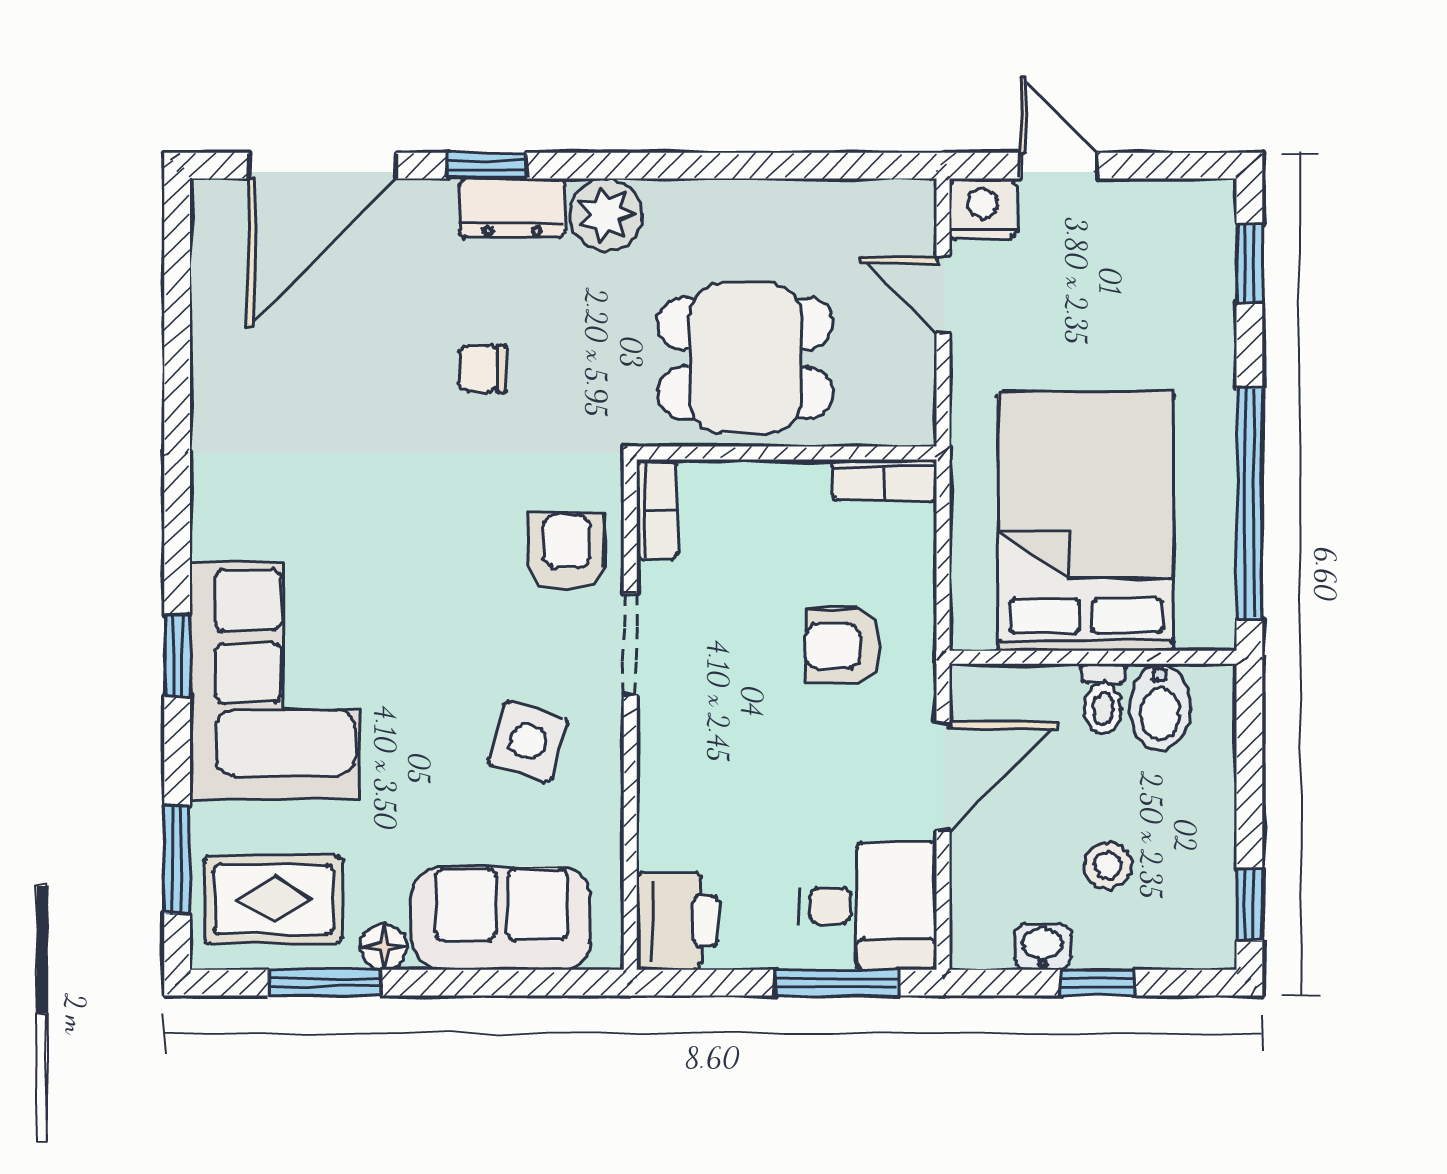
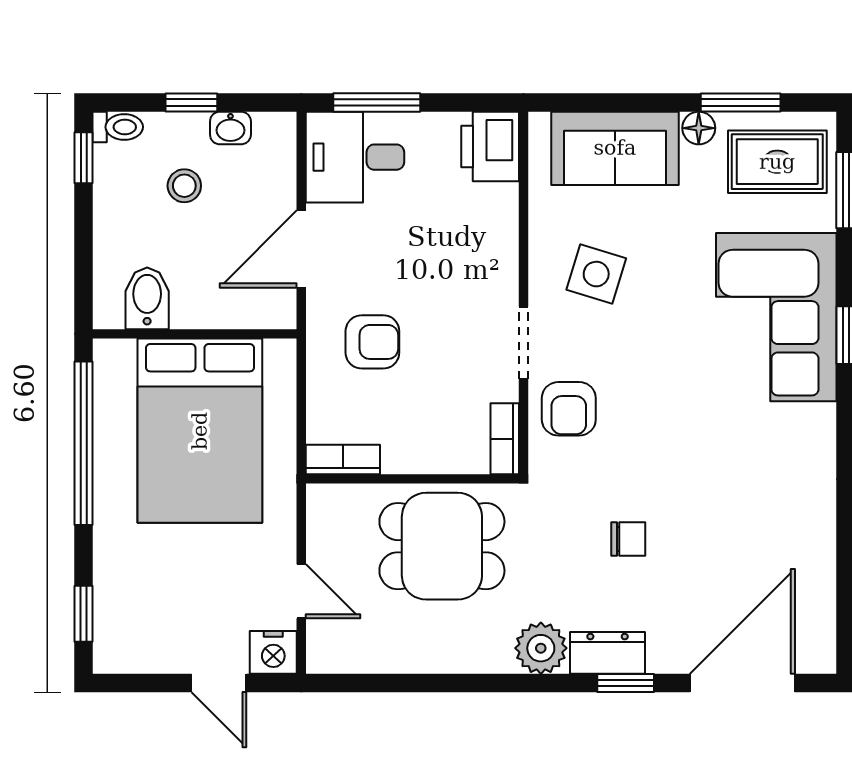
toilet: (1103, 699) -> (118, 127), moved, turned 90

